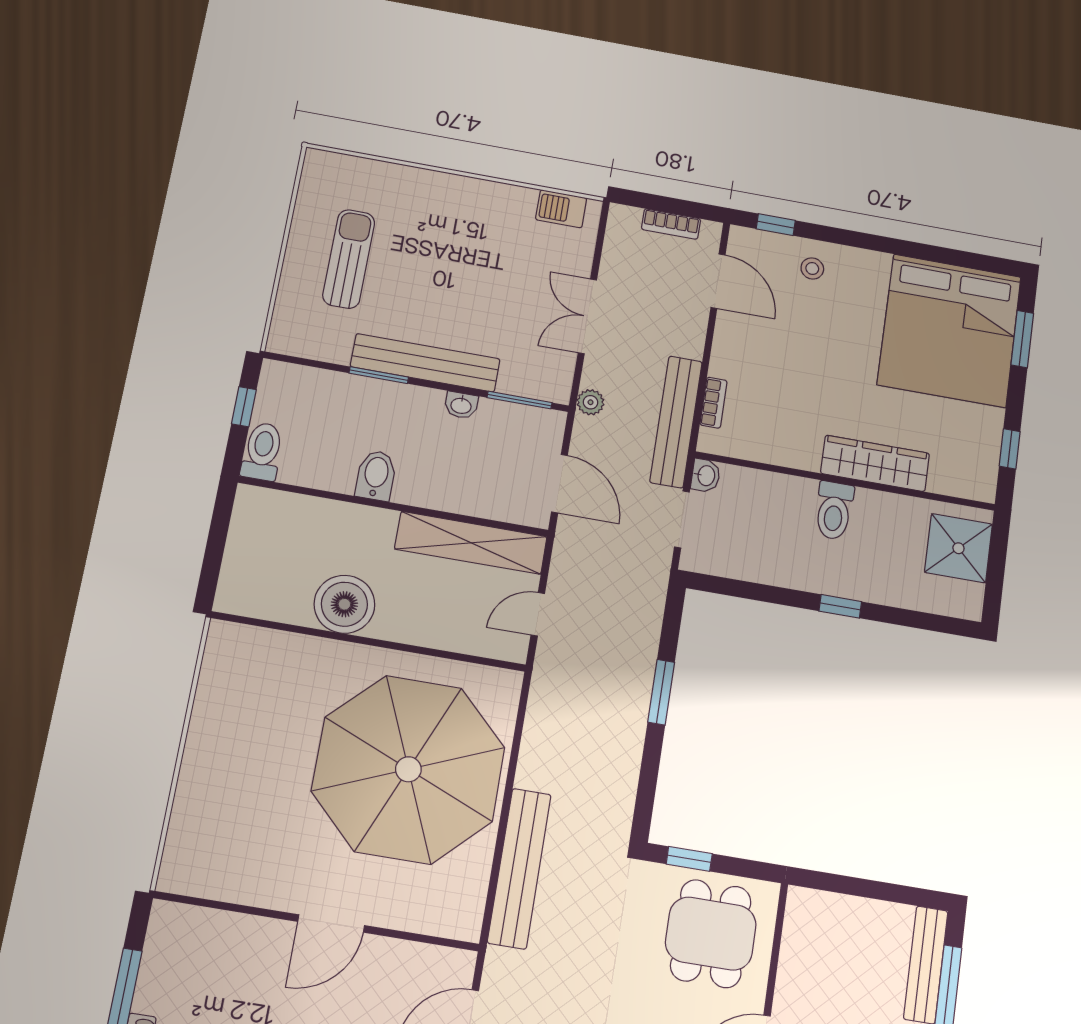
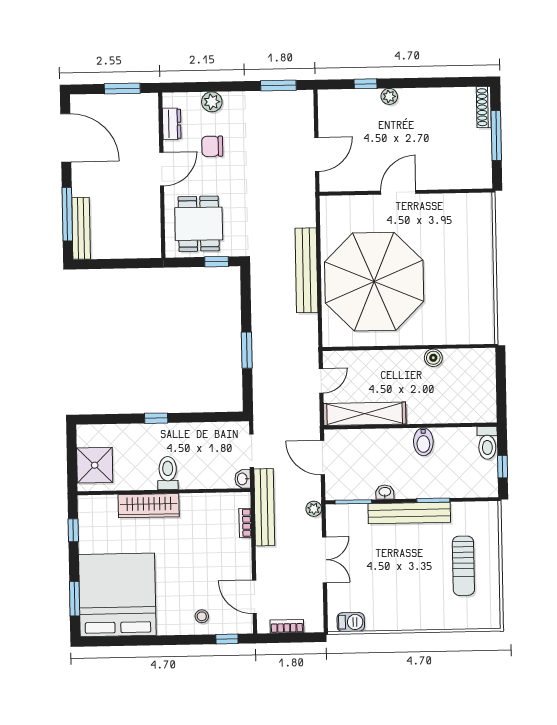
boiler: (344, 604) -> (433, 358), width x0.54, depth x0.54
bench: (519, 868) -> (306, 270), moved

